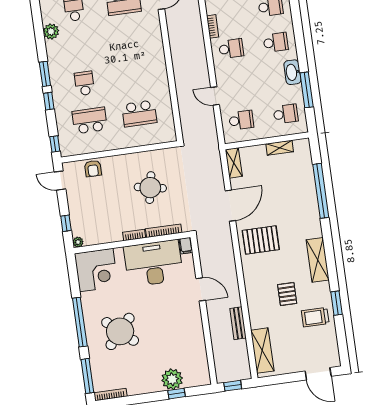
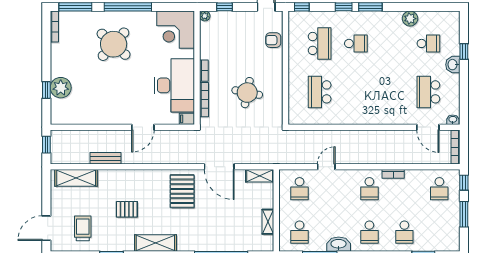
trolley: (315, 317) -> (83, 228), moved

